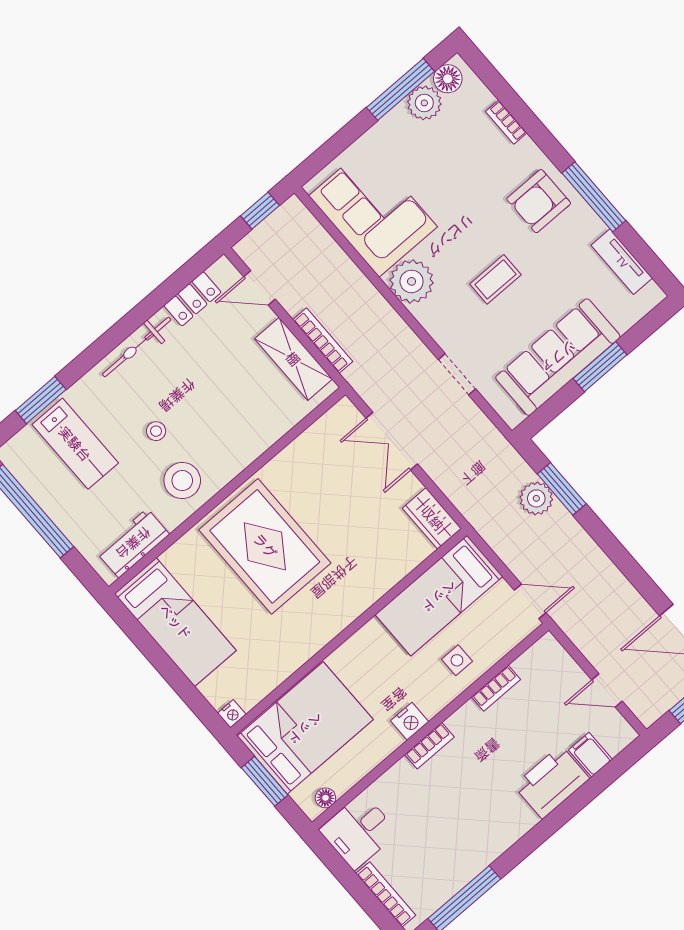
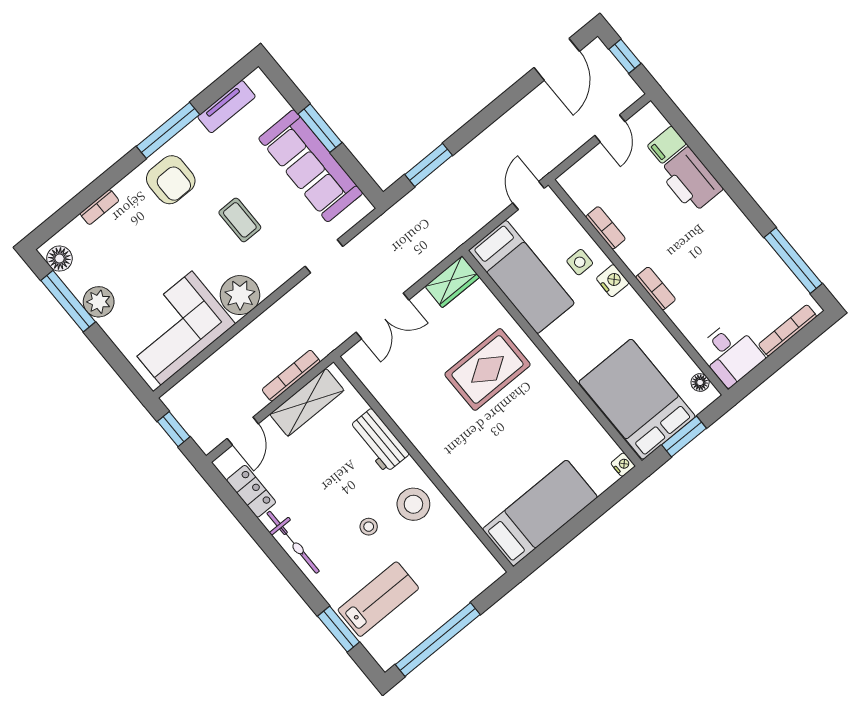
plant: (424, 103) -> (99, 302), moved
plant: (536, 498) -> (437, 188), removed
workbench: (133, 543) -> (379, 441), moved
rug: (265, 546) -> (487, 369), moved, width x0.73, depth x0.69
nightstand: (410, 721) -> (613, 281), moved

